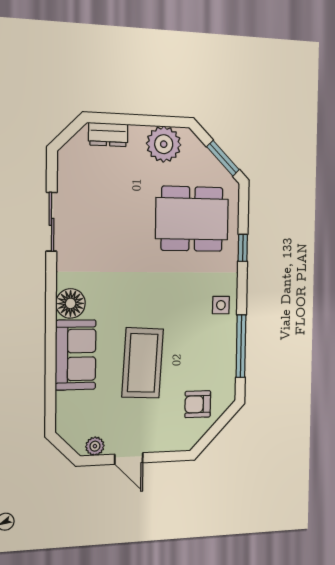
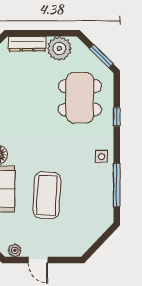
dresser: (108, 135) -> (27, 44), width x1.44
dining table: (192, 219) -> (80, 98), turned 90
armchair: (198, 404) -> (86, 225), removed

